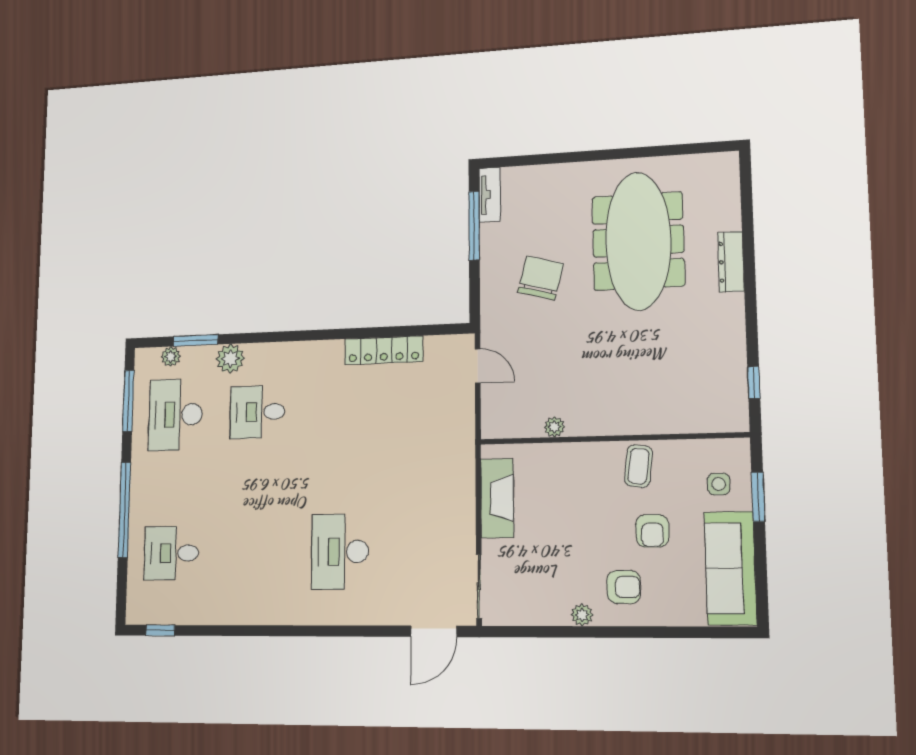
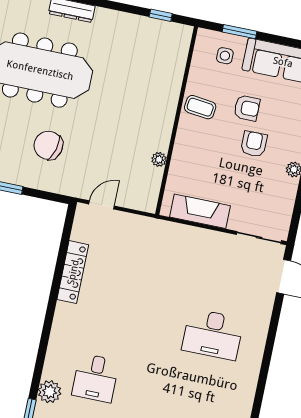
armchair: (624, 587) -> (254, 144), moved

